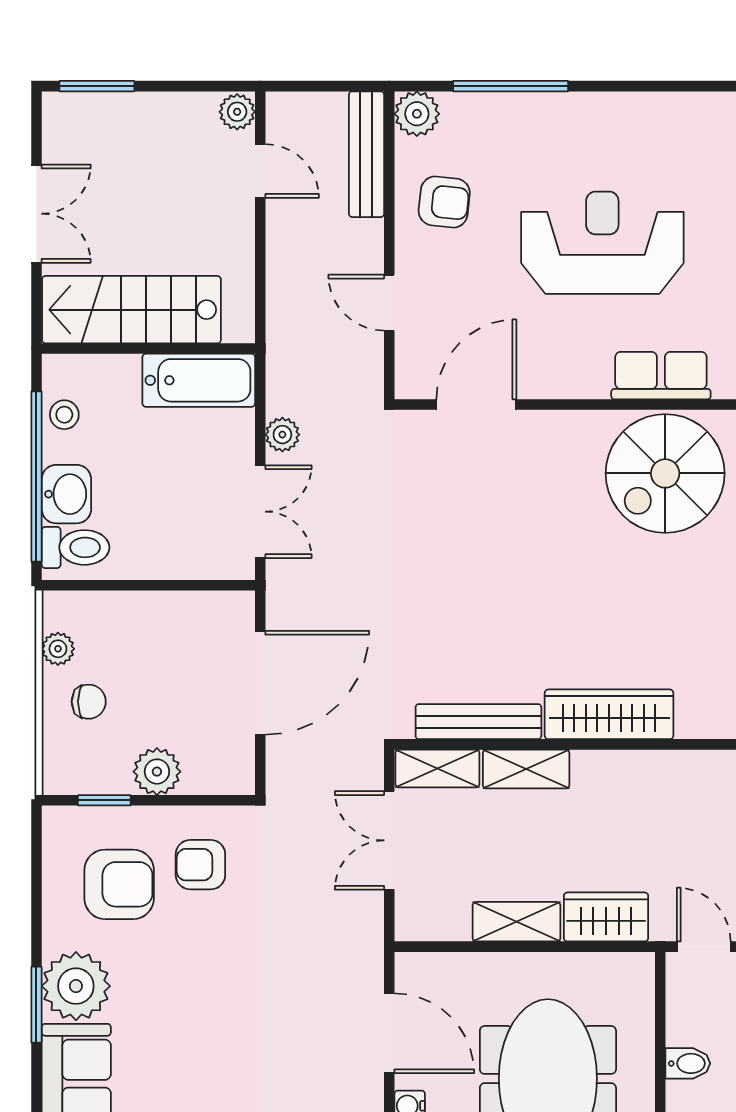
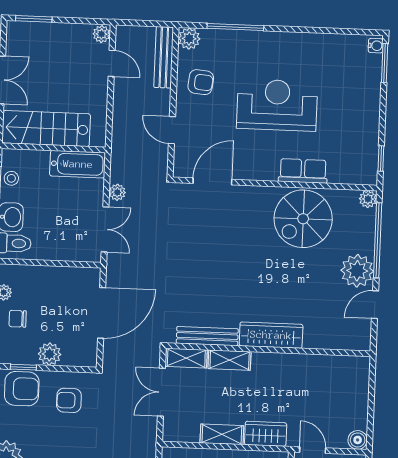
chair: (89, 702) -> (18, 319), turned 180
armchair: (119, 884) -> (22, 389), moved

